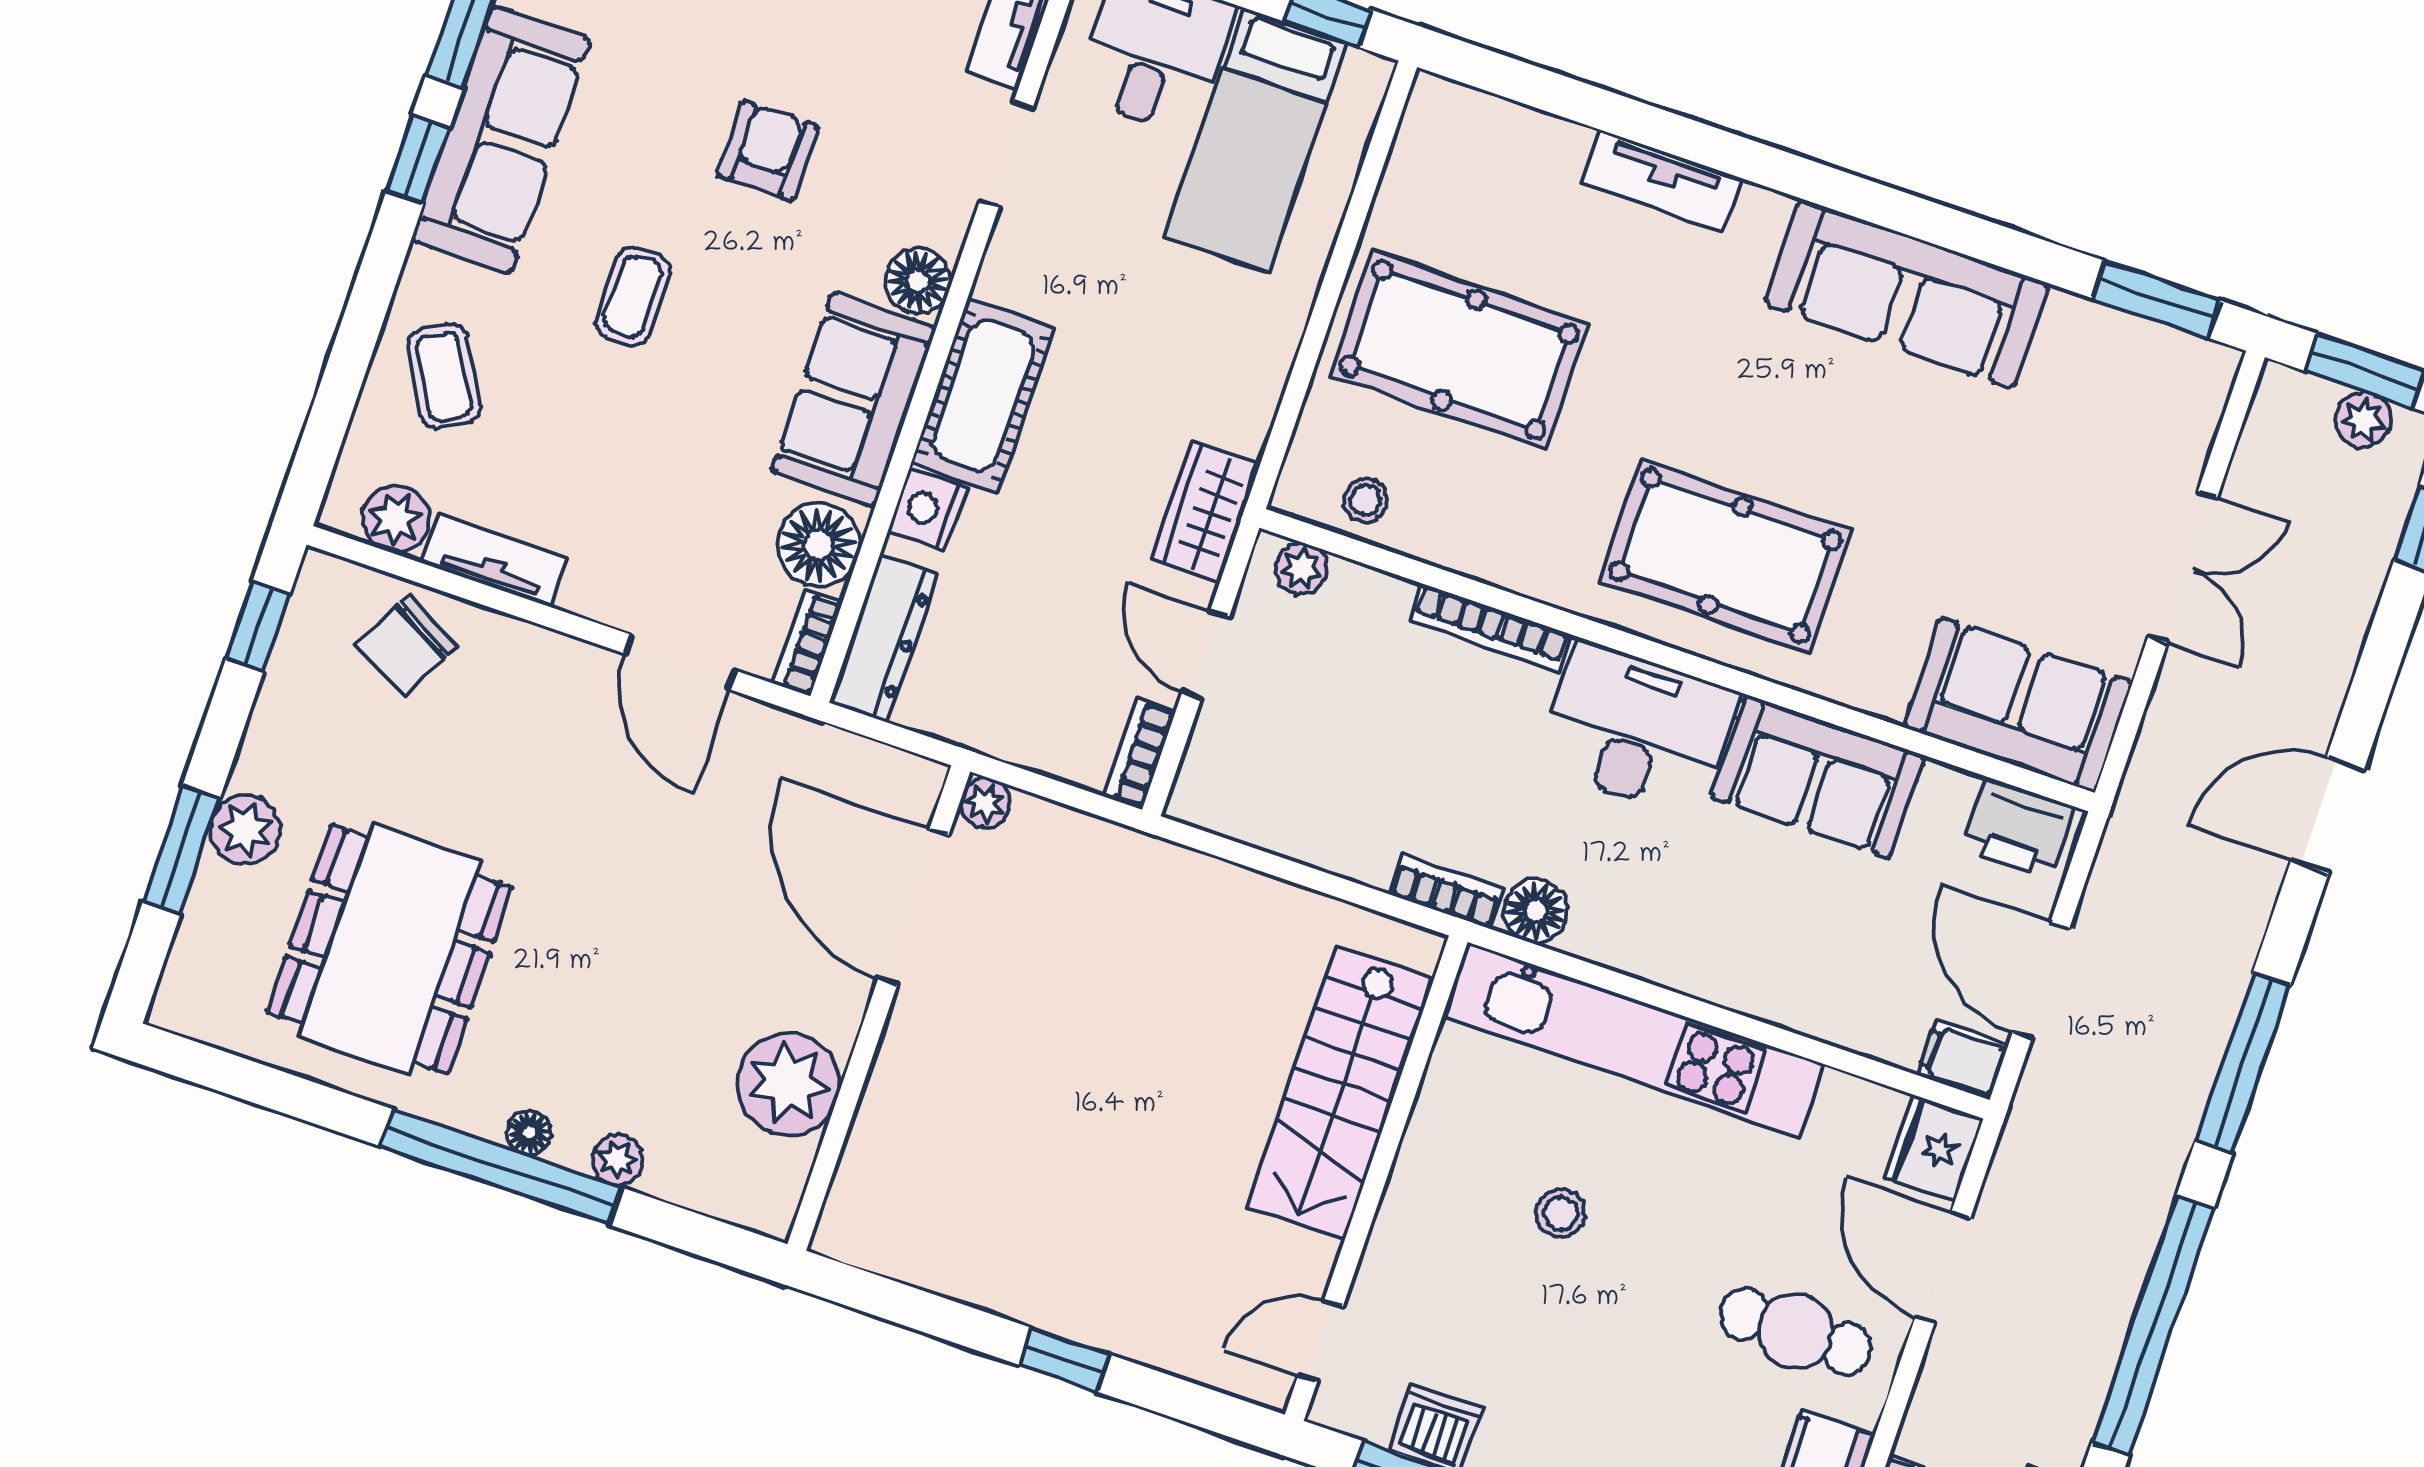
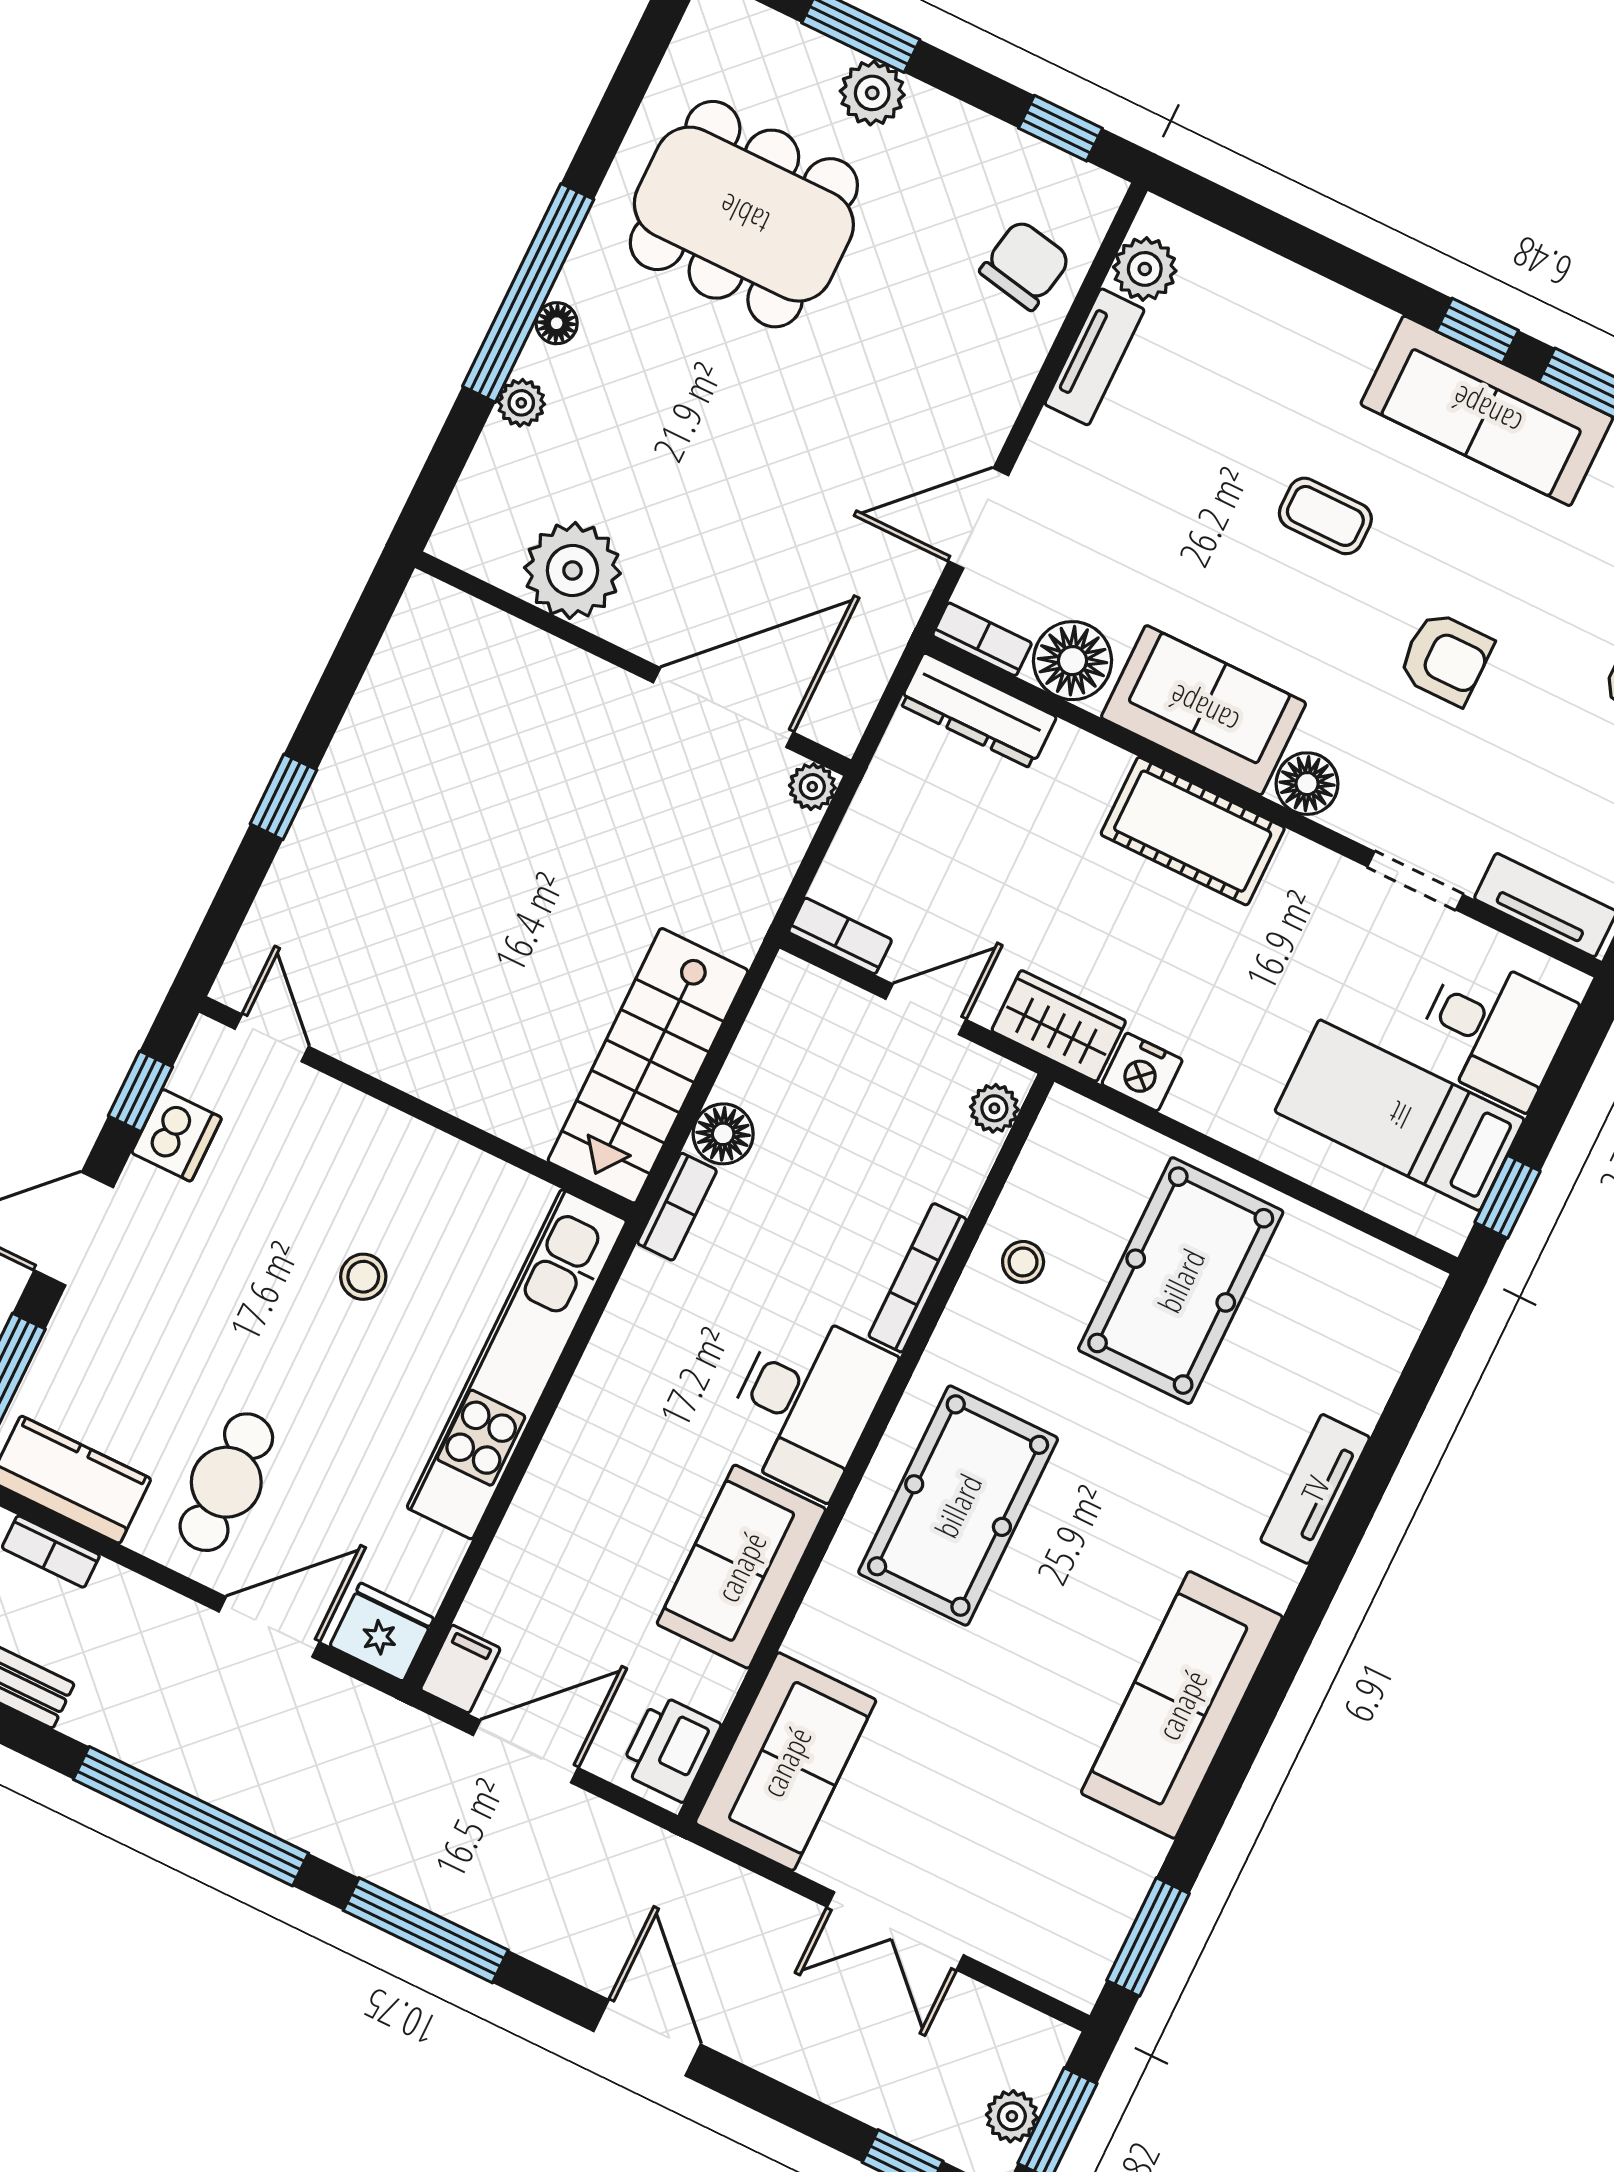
coffee table: (444, 377) -> (1272, 330), removed
stool: (1366, 500) -> (1023, 1262), moved
nightstand: (928, 509) -> (1142, 1072), moved, turned 180
chair: (407, 646) -> (1025, 265), turned 73
floor lamp: (1536, 911) -> (723, 1134), moved
stairs: (1340, 1094) -> (648, 1066), moved, turned -90

